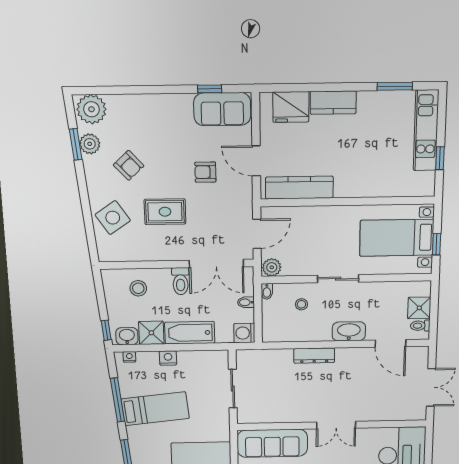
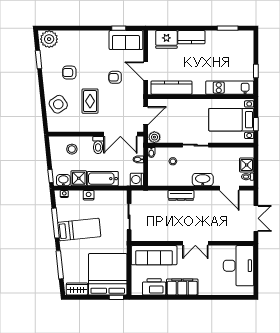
kitchen unit: (426, 130) -> (230, 88), moved, turned 90
plant: (90, 144) -> (47, 59), removed
armchair: (129, 165) -> (69, 73), turned 133
rug: (165, 212) -> (90, 101), turned 90

